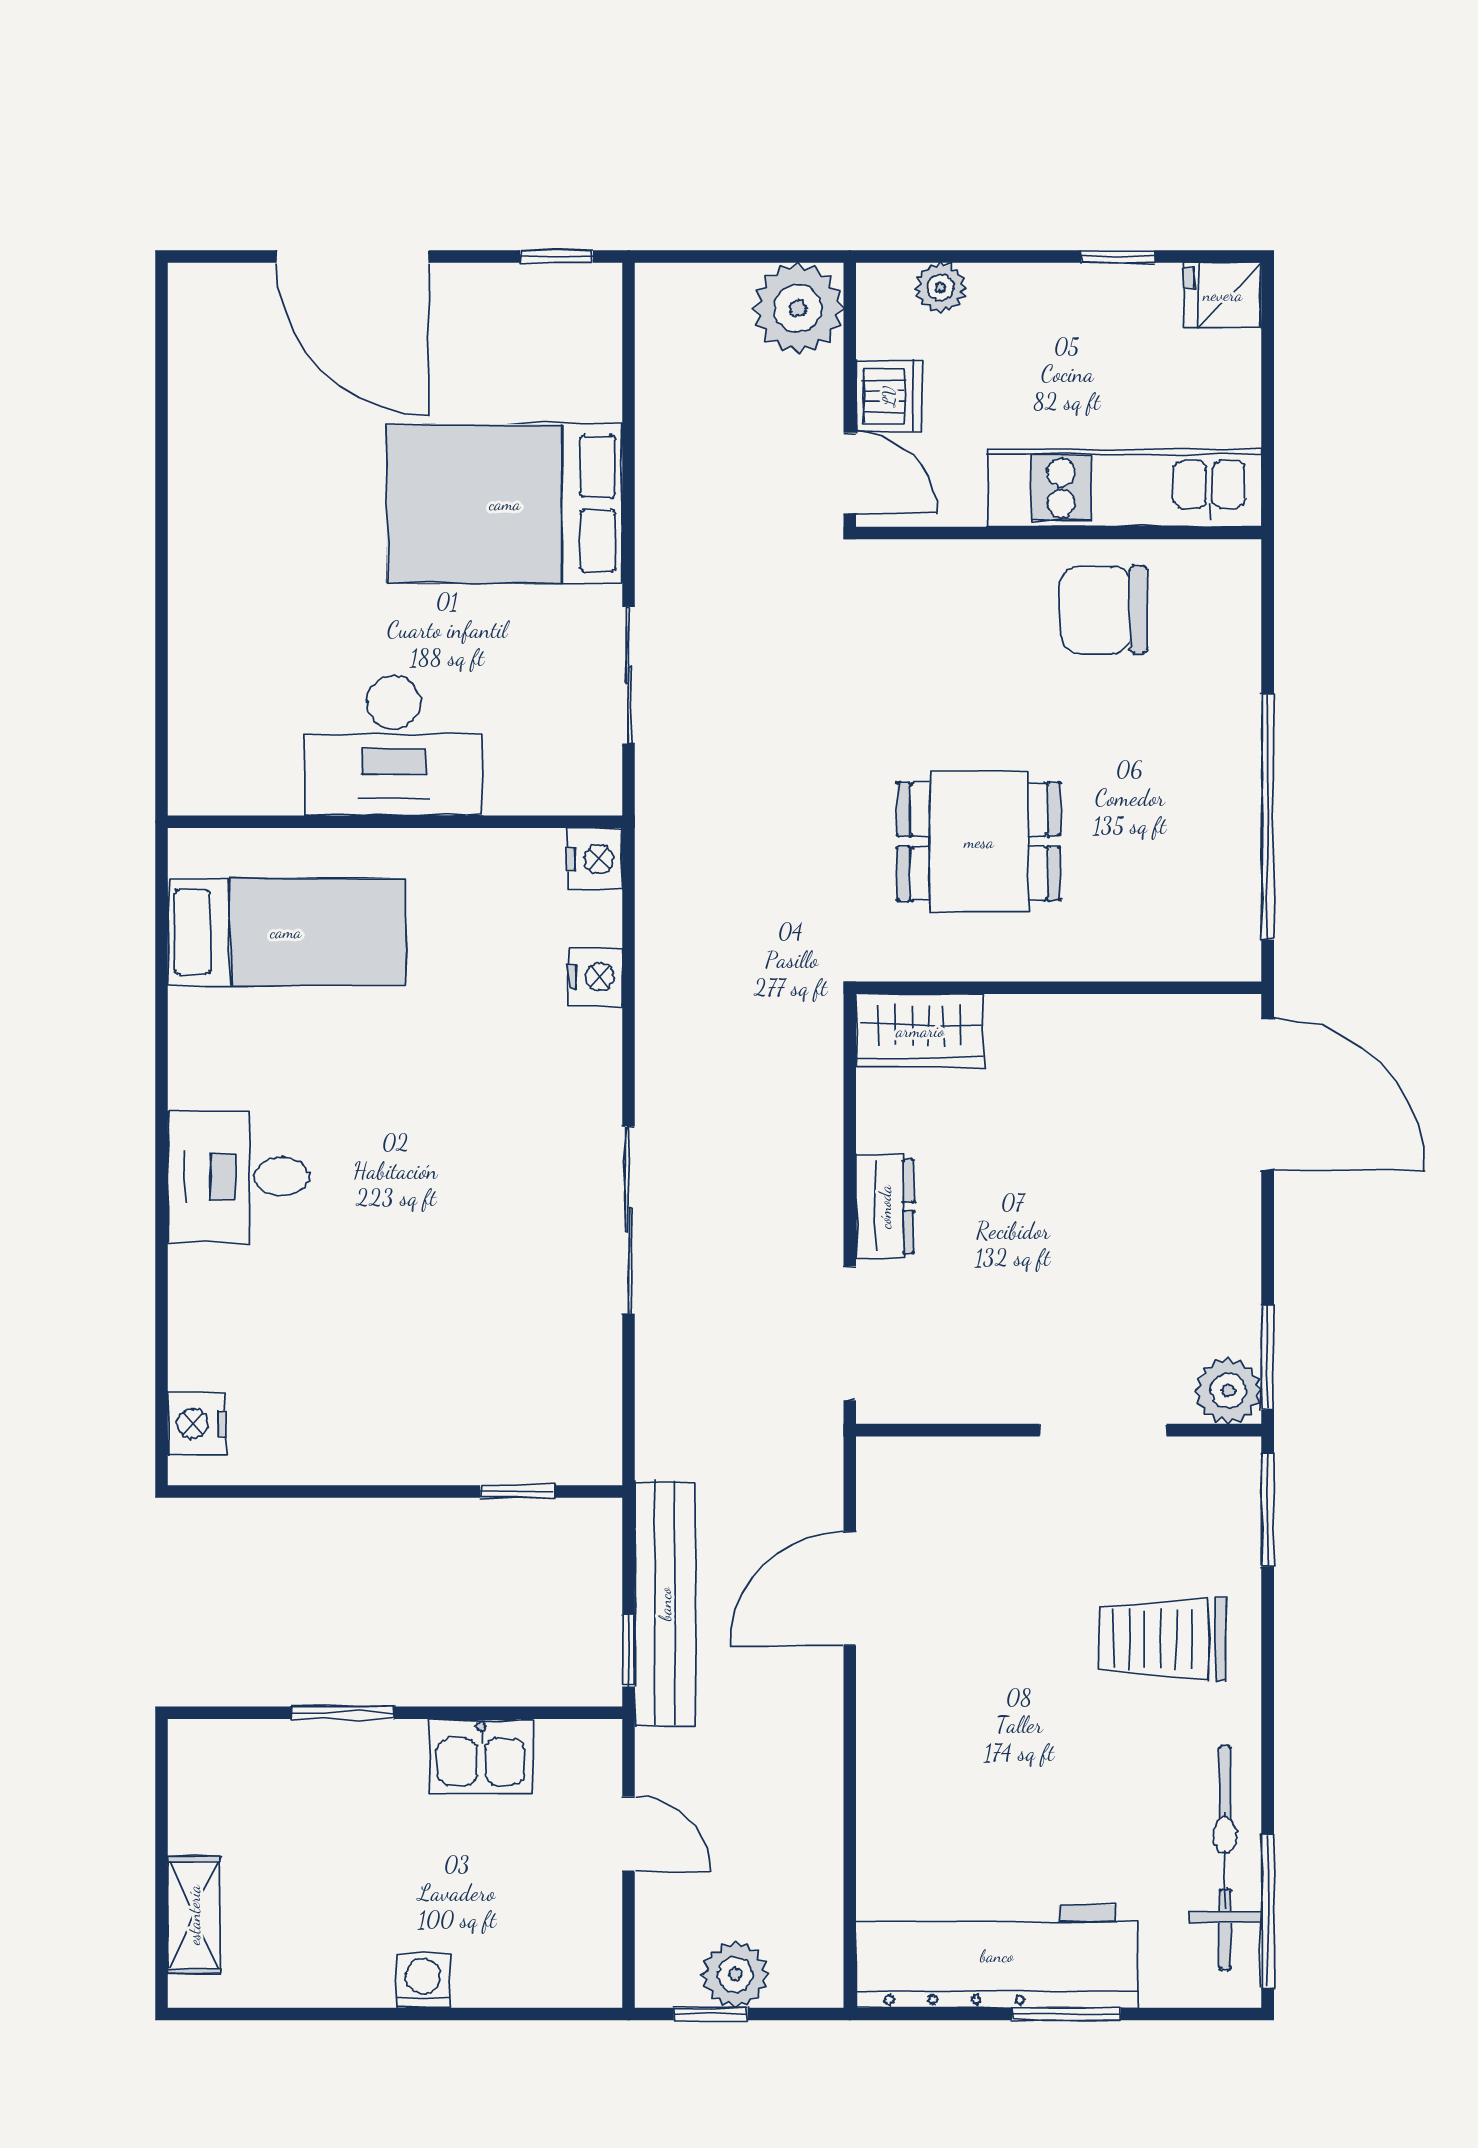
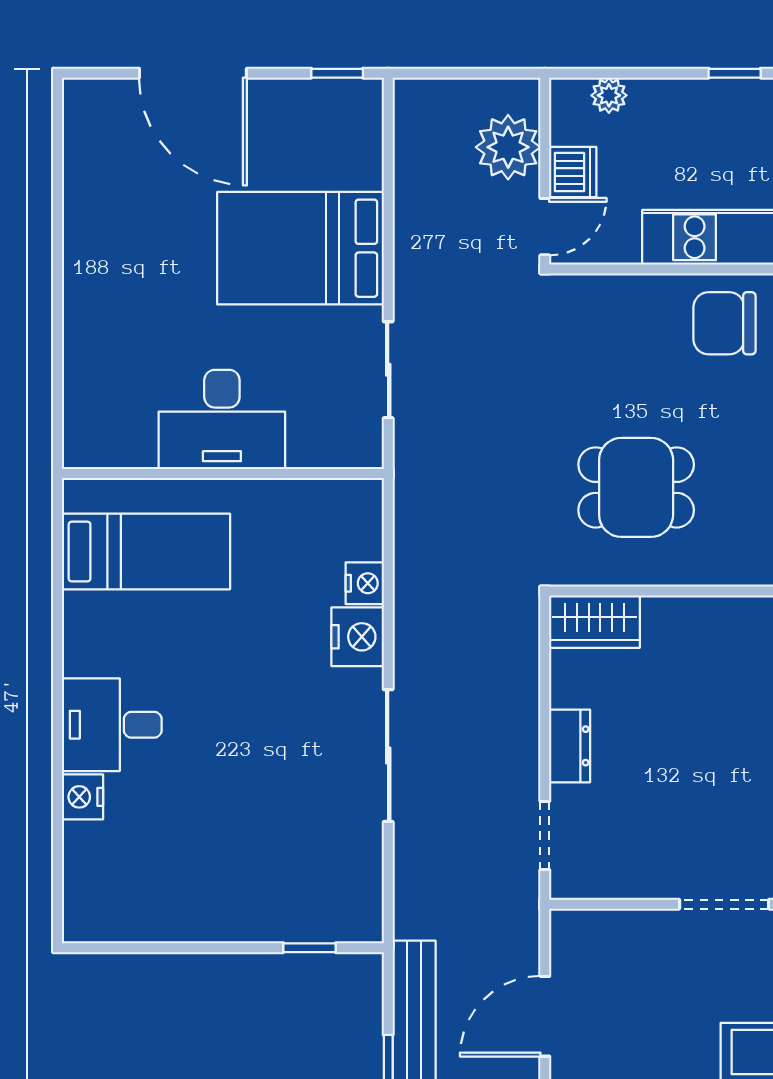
plant: (798, 308) -> (508, 147), moved
door: (850, 473) -> (545, 227), hinge flipped
nightstand: (594, 859) -> (358, 637), moved, width x1.36, depth x1.33
doorway: (850, 1333) -> (545, 835), width x0.73
nightstand: (197, 1424) -> (83, 797), moved

